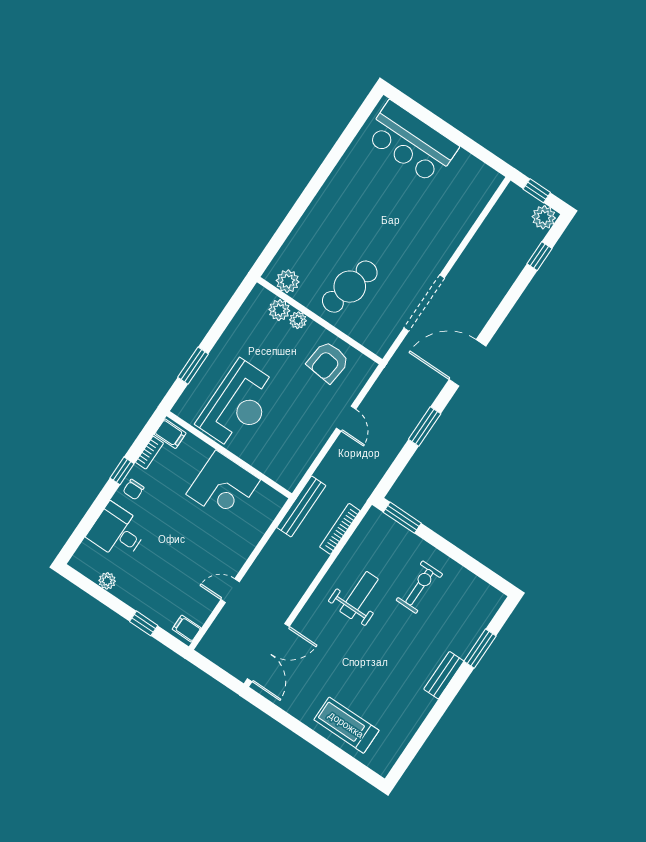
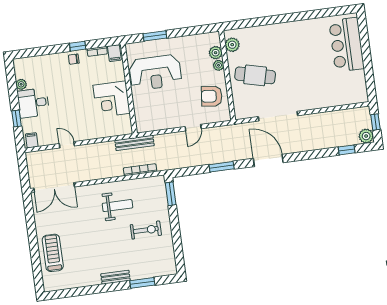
desk: (117, 532) -> (33, 103), moved, turned -90

